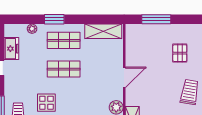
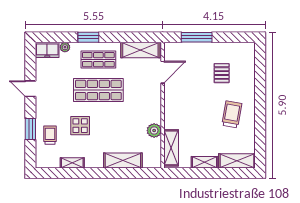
freezer: (11, 49) -> (47, 50), moved, turned 90
shop shelf: (64, 69) -> (98, 90), width x1.43, depth x1.36
door: (124, 77) -> (163, 72), moved

